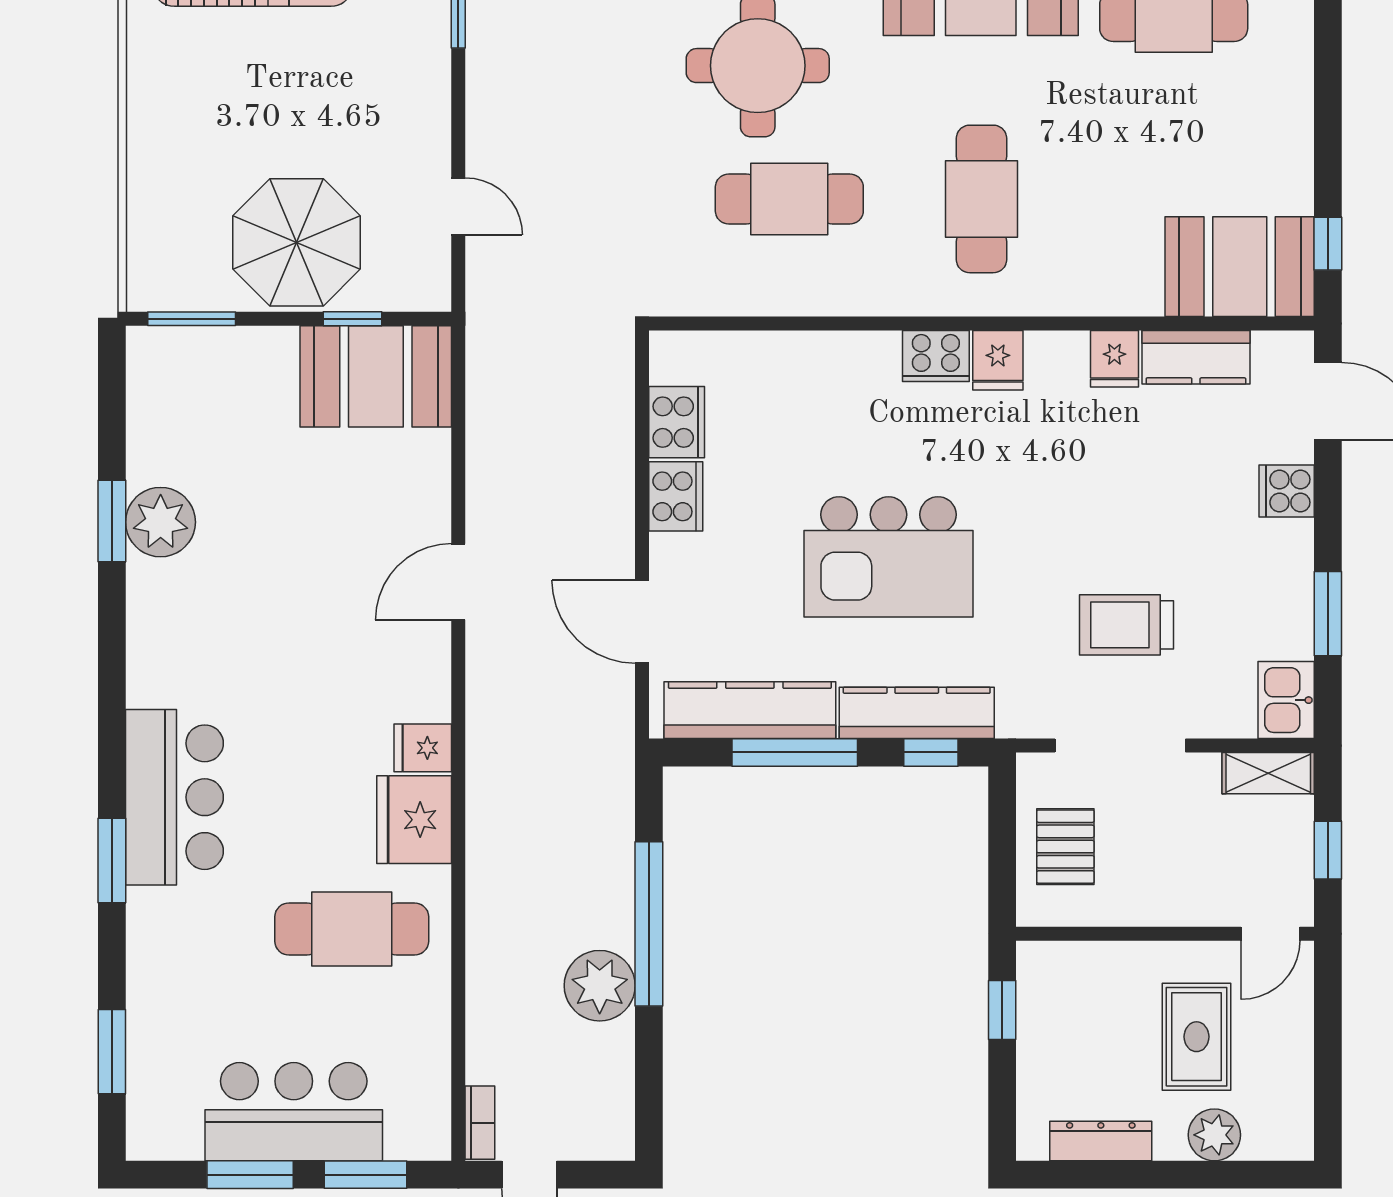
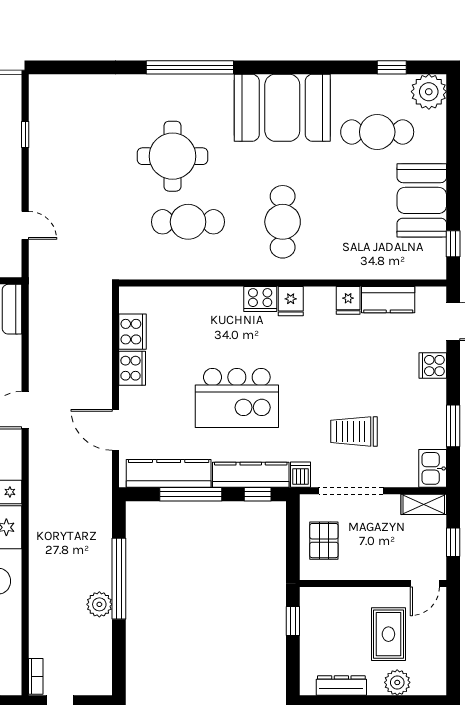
booth: (1240, 267) -> (422, 200), moved, turned 90
dishwasher: (1018, 713) -> (300, 475), added
plant: (600, 986) -> (99, 604), width x0.73, depth x0.73

